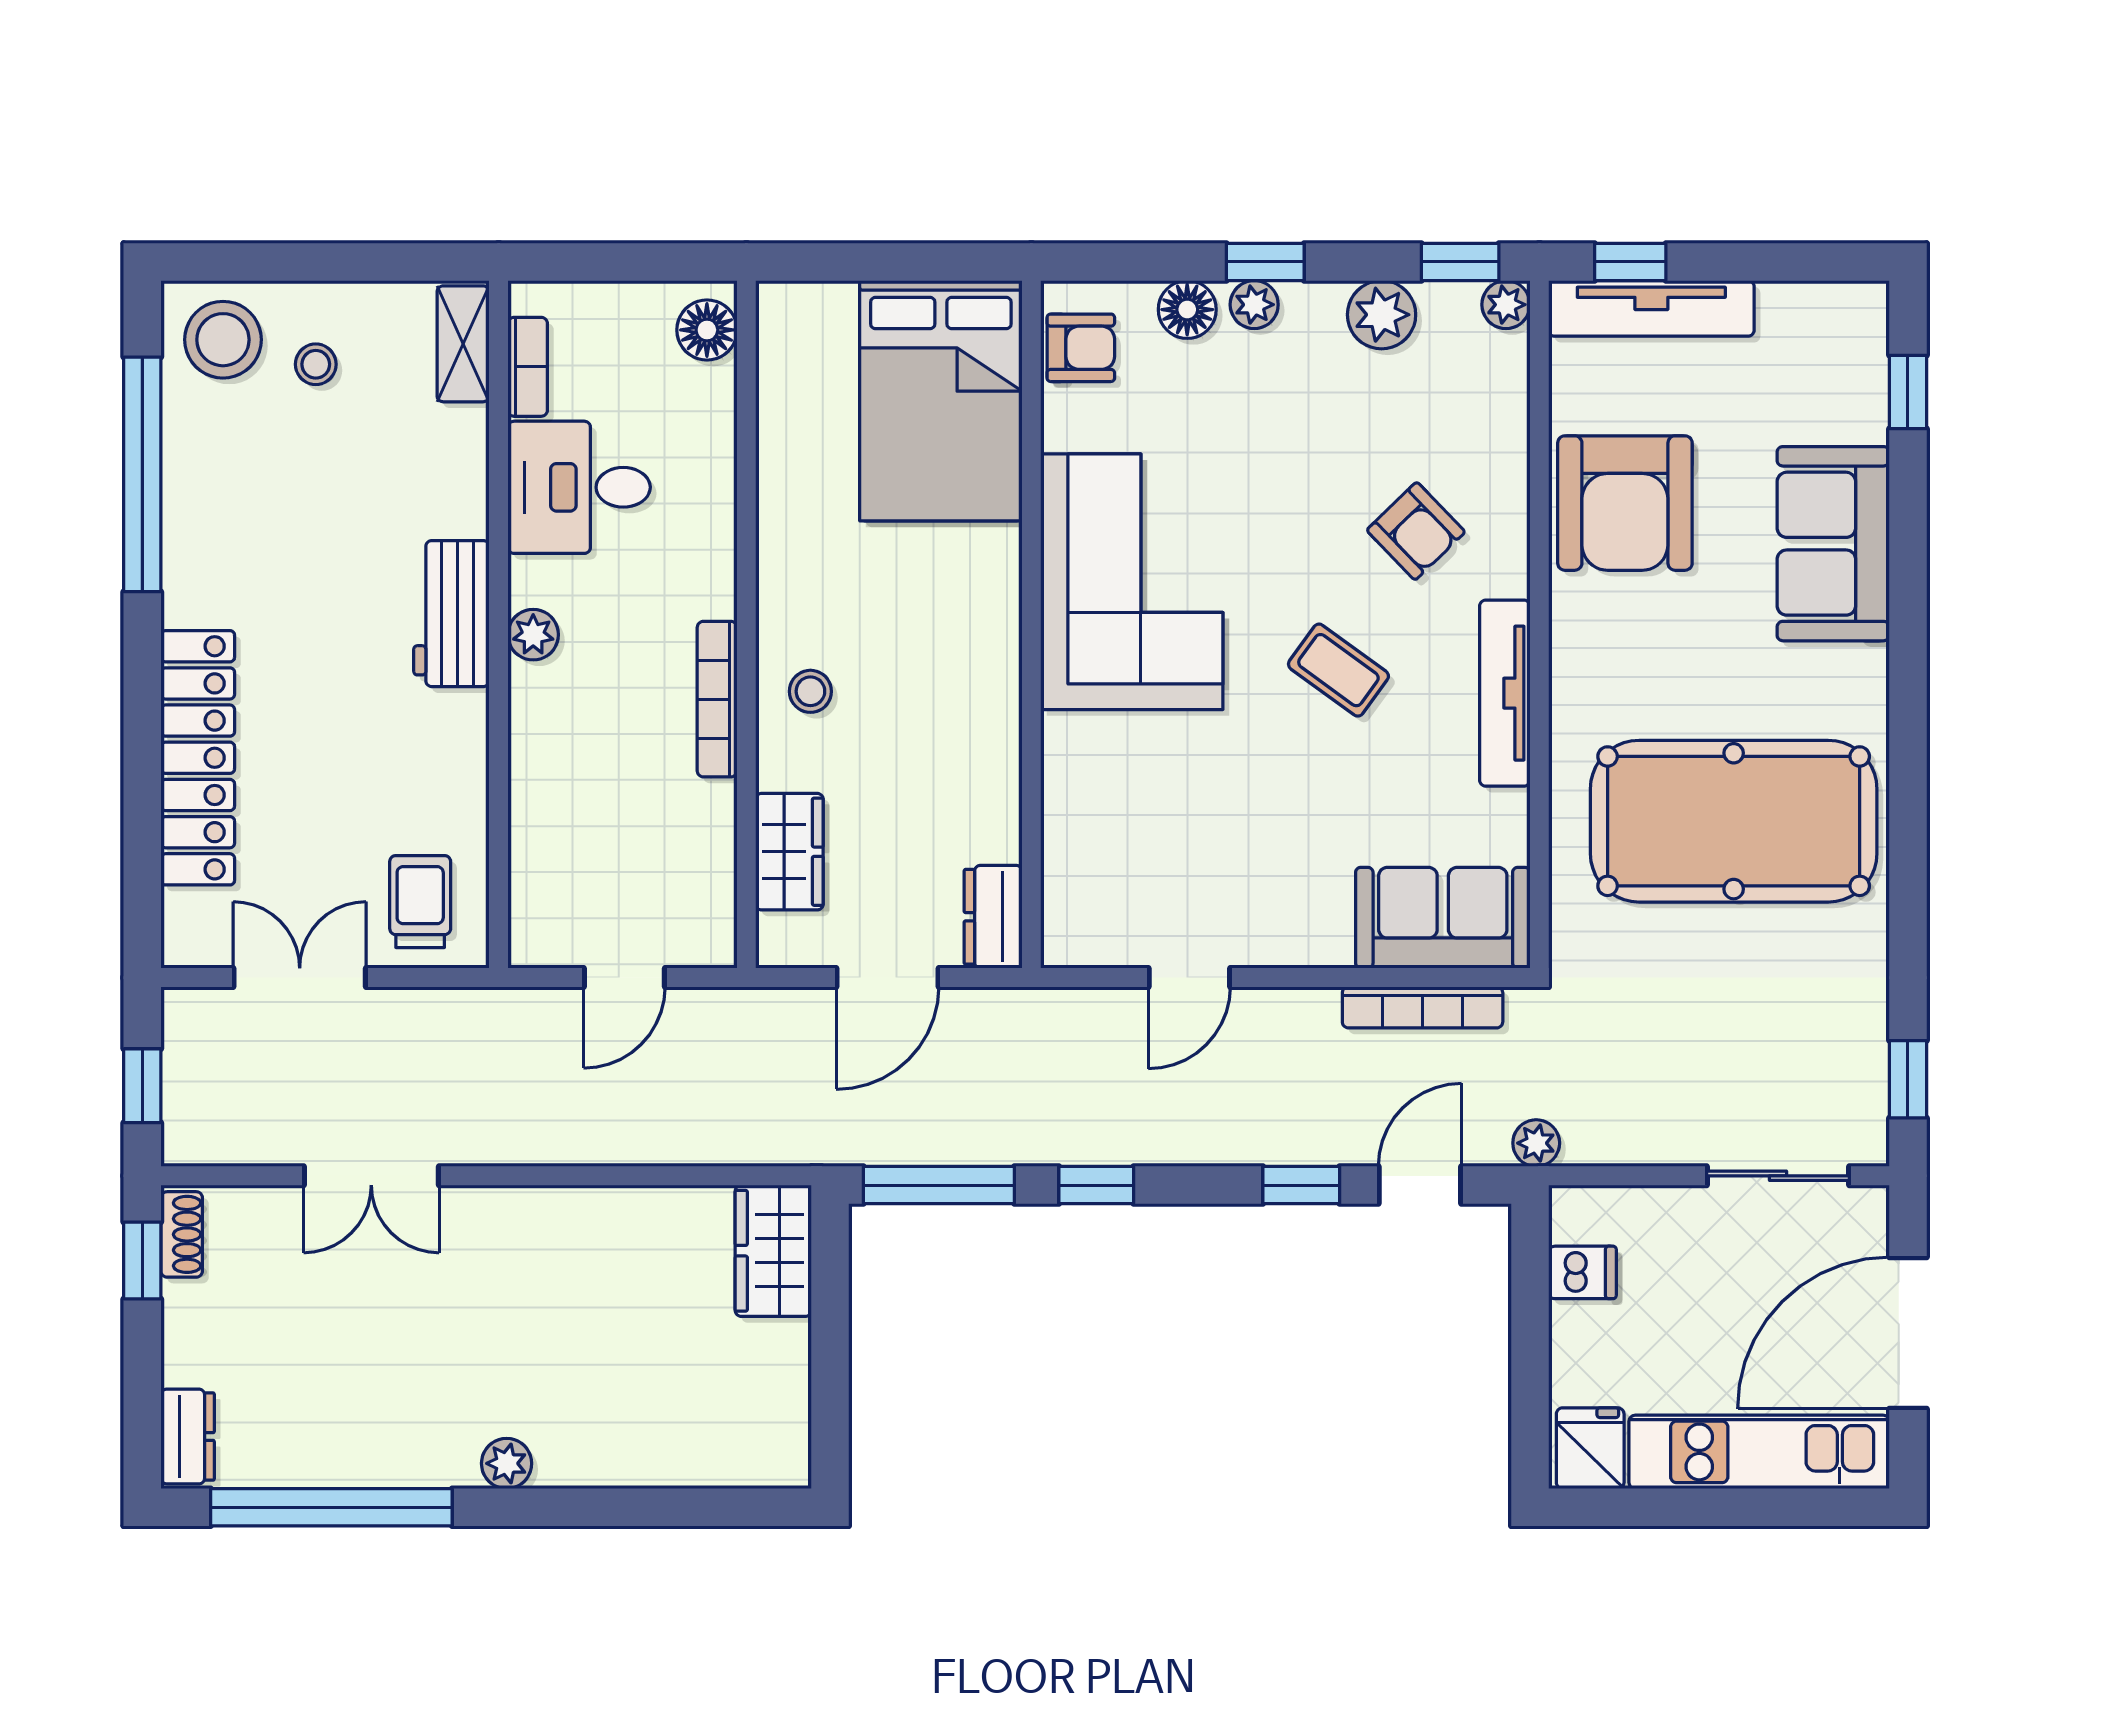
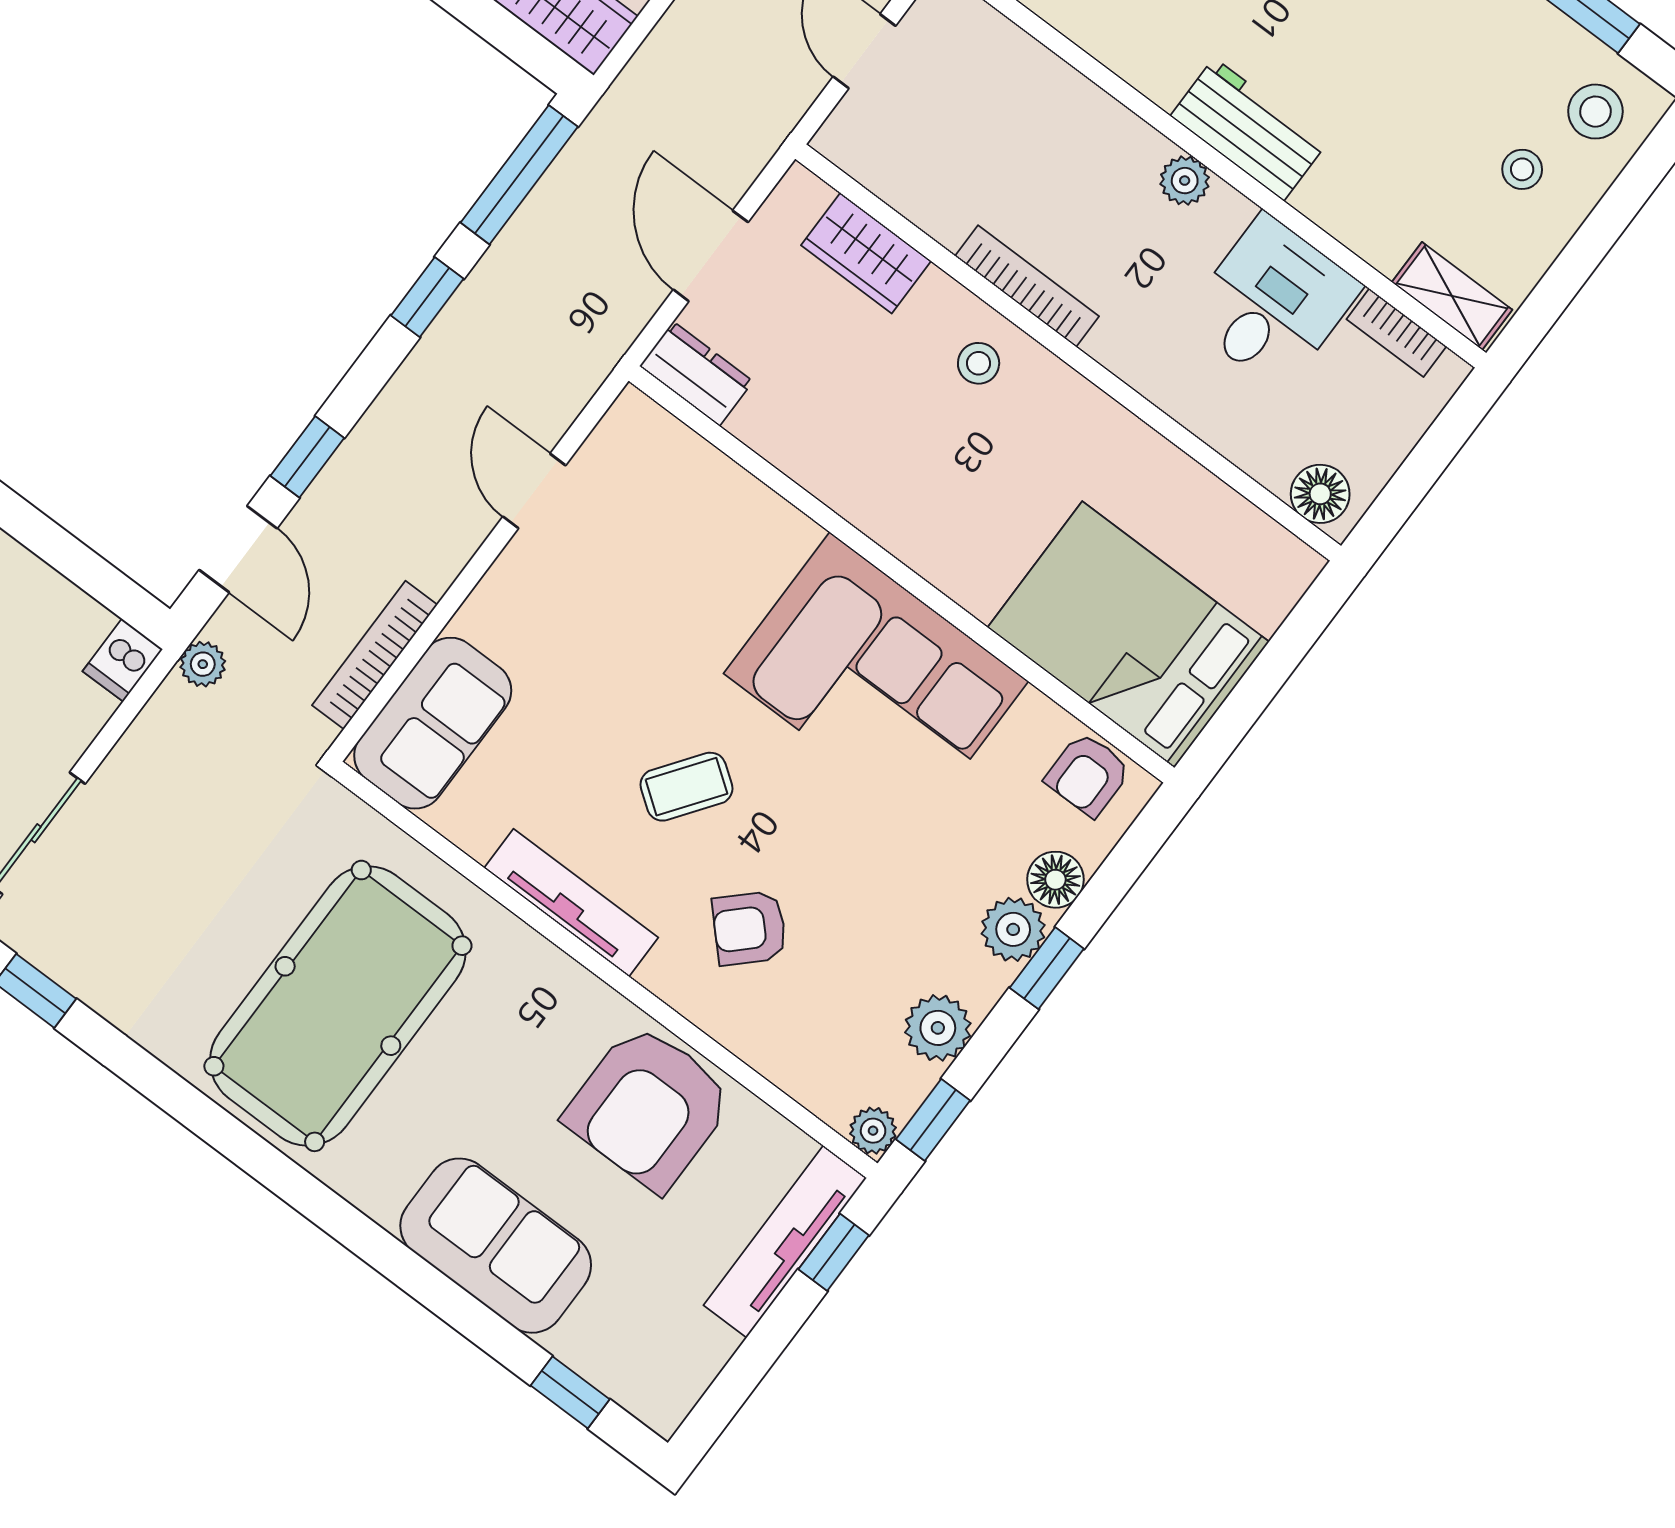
plant: (1254, 305) -> (1013, 929), width x1.38, depth x1.38
stool: (223, 340) -> (1595, 112), width x0.73, depth x0.73
armchair: (1625, 503) -> (649, 1107), turned -90
dishwasher: (1582, 1272) -> (123, 660), moved

